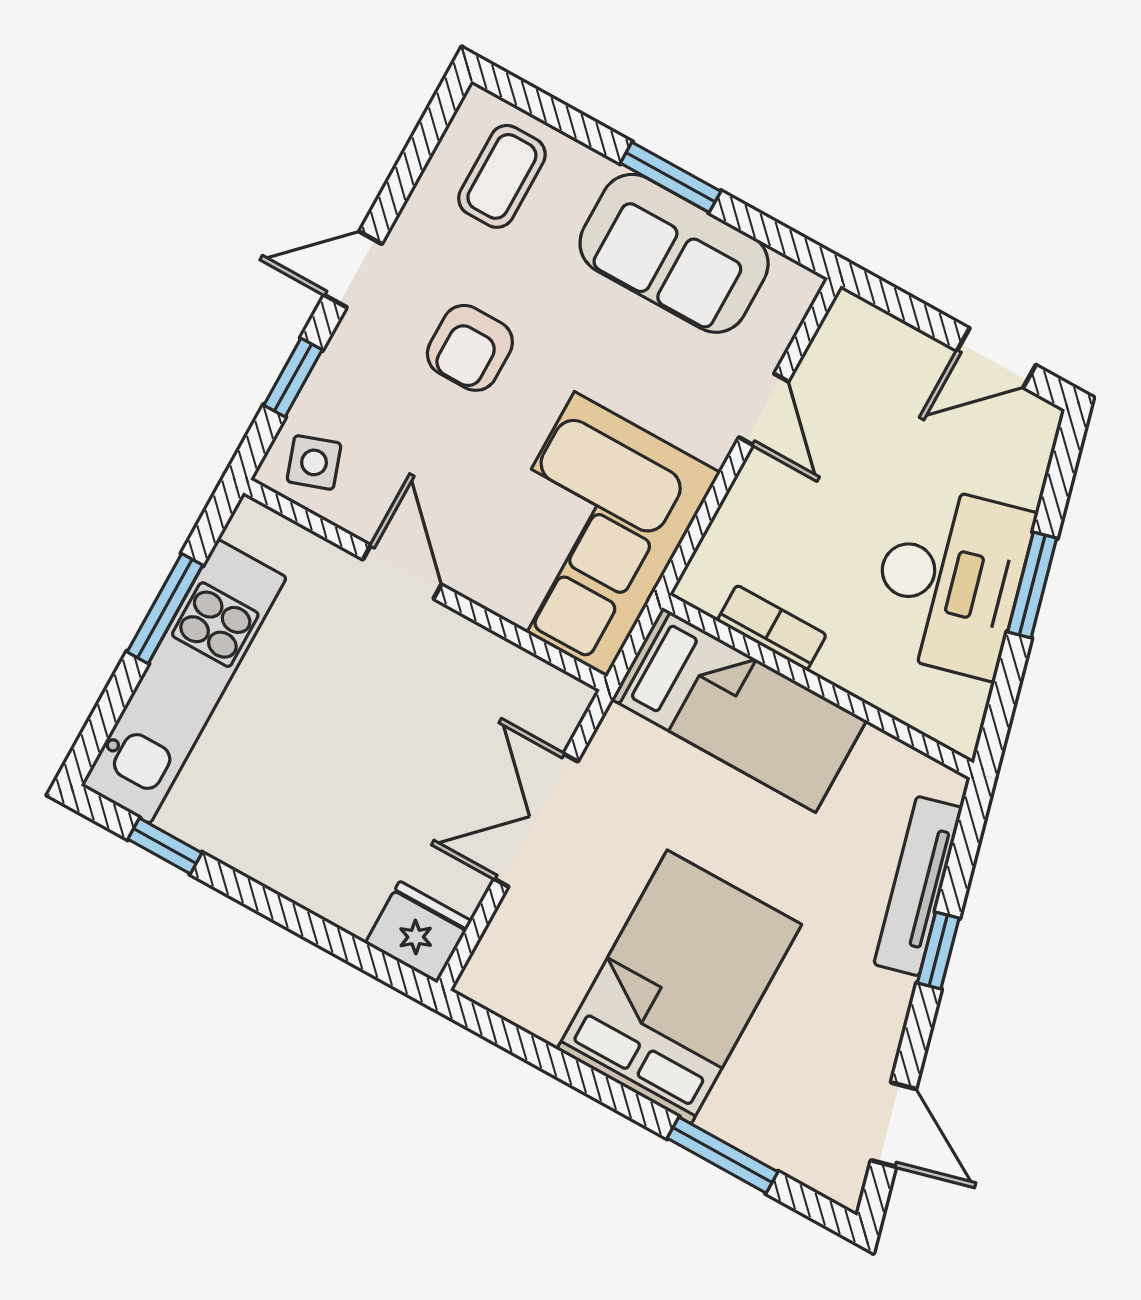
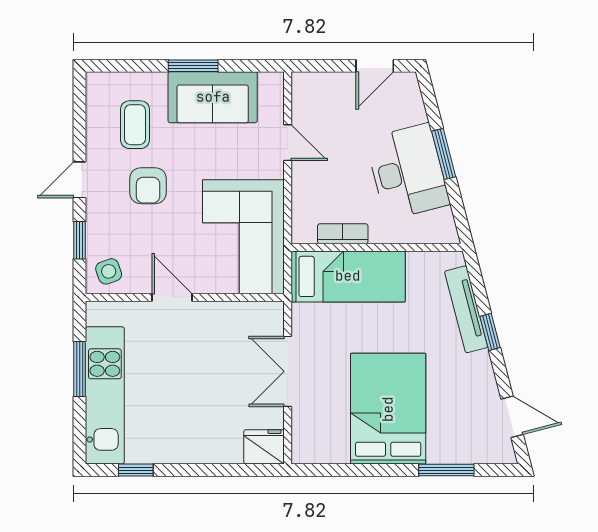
coffee table: (502, 176) -> (135, 125), moved

